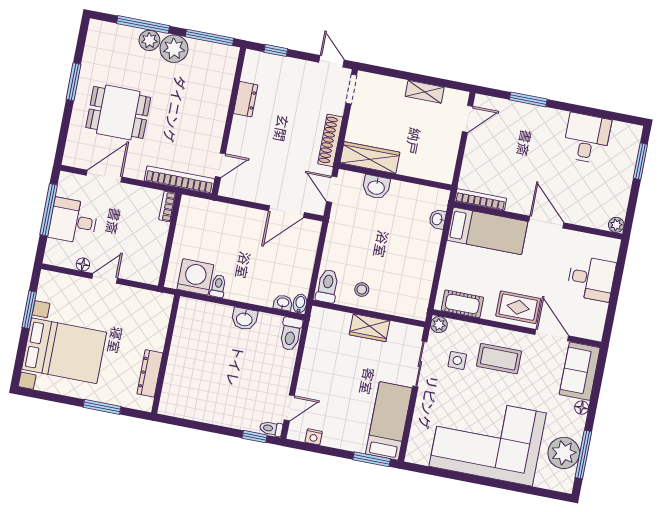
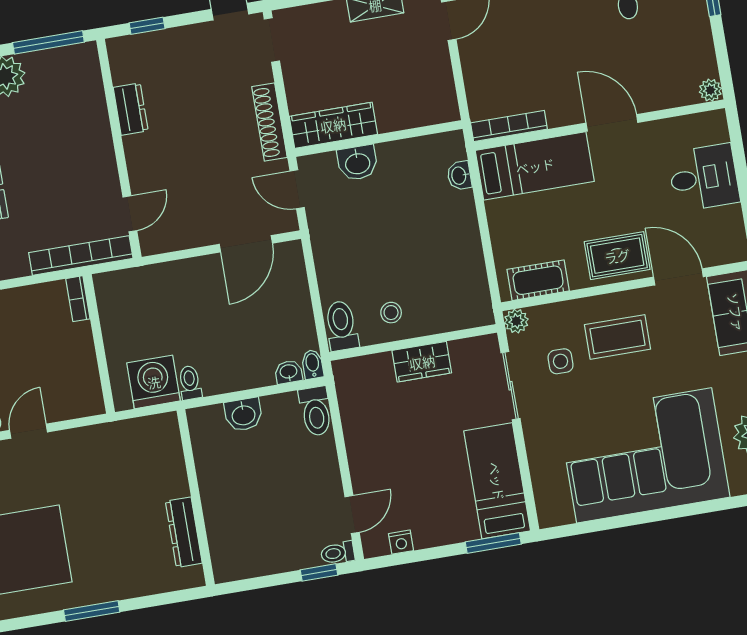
wall: (166, 354) -> (196, 497), moved
dresser: (150, 373) -> (184, 532), moved

